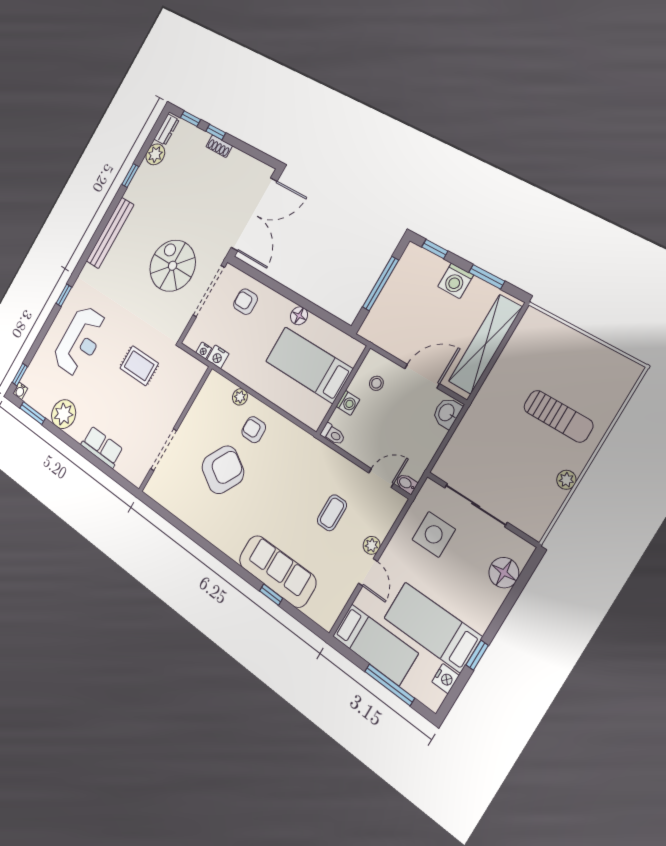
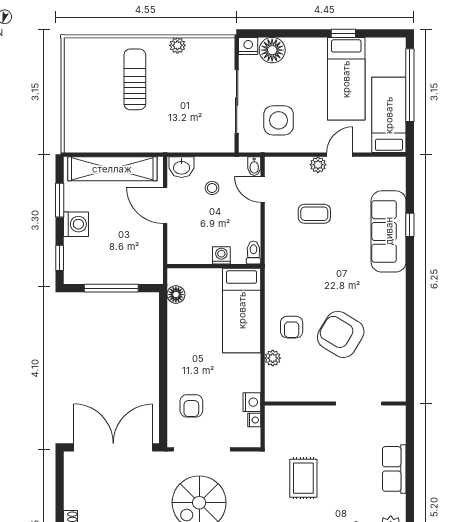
floor lamp: (299, 316) -> (176, 295), moved
bed: (309, 365) -> (242, 310), moved
stool: (376, 383) -> (212, 188), moved
nightstand: (445, 679) -> (248, 46), moved
window: (390, 685) -> (410, 85), width x1.46

